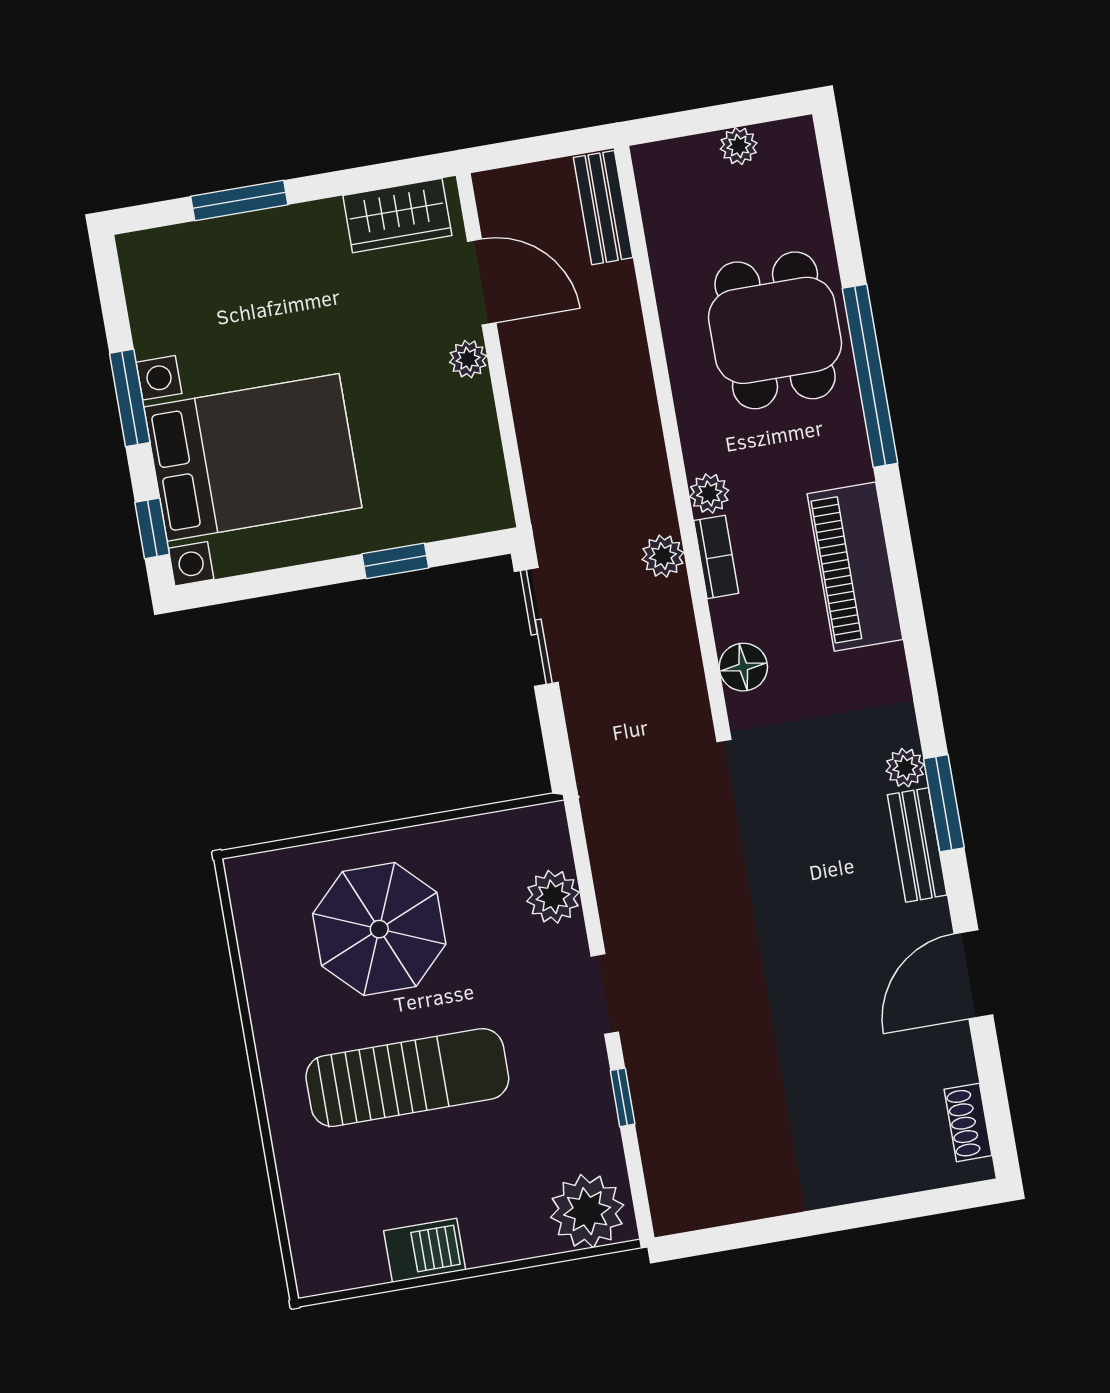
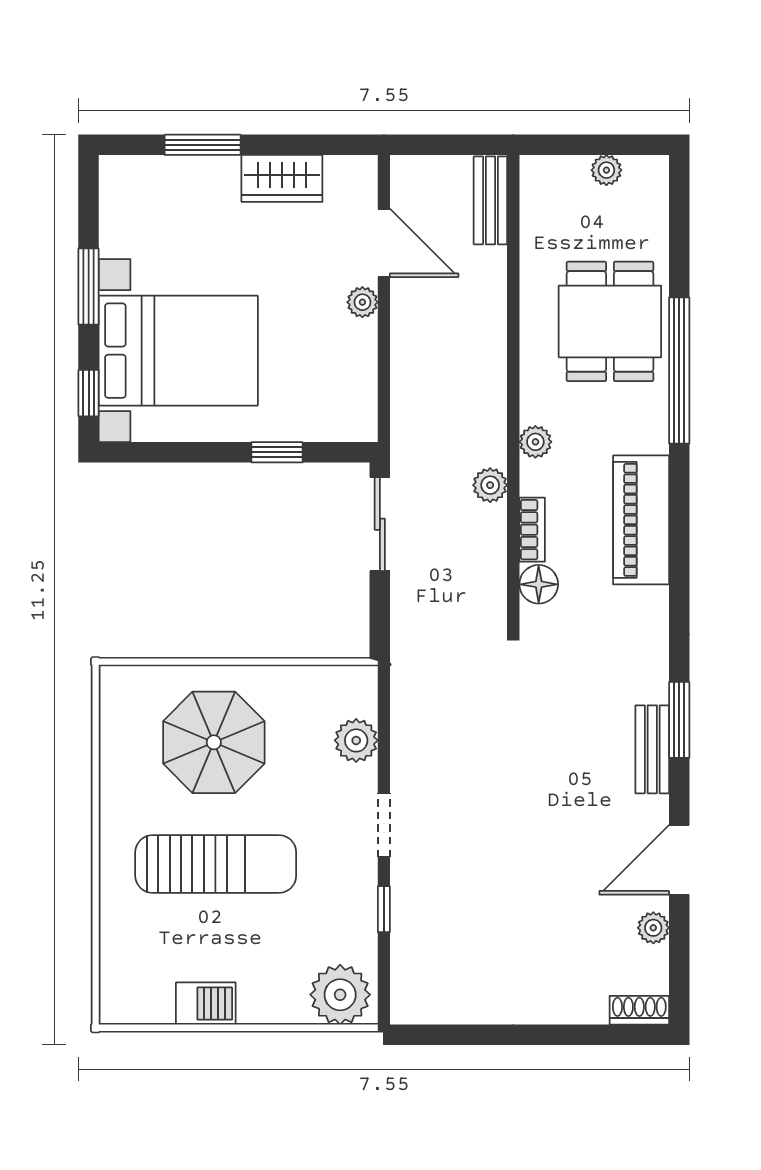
wardrobe: (397, 215) -> (282, 178), moved
bookcase: (716, 557) -> (532, 530), moved
plant: (905, 768) -> (653, 928), moved
shoe rack: (968, 1122) -> (639, 1010), moved, turned 90

